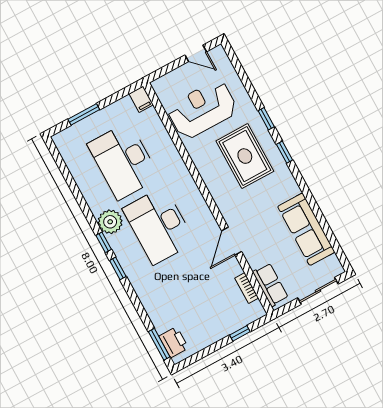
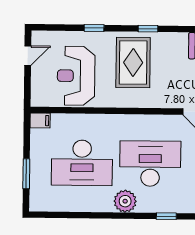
window: (266, 119) -> (94, 28), moved
rug: (245, 156) -> (133, 62), turned 90
desk: (159, 226) -> (150, 164), turned 180
window: (104, 242) -> (139, 216), removed

